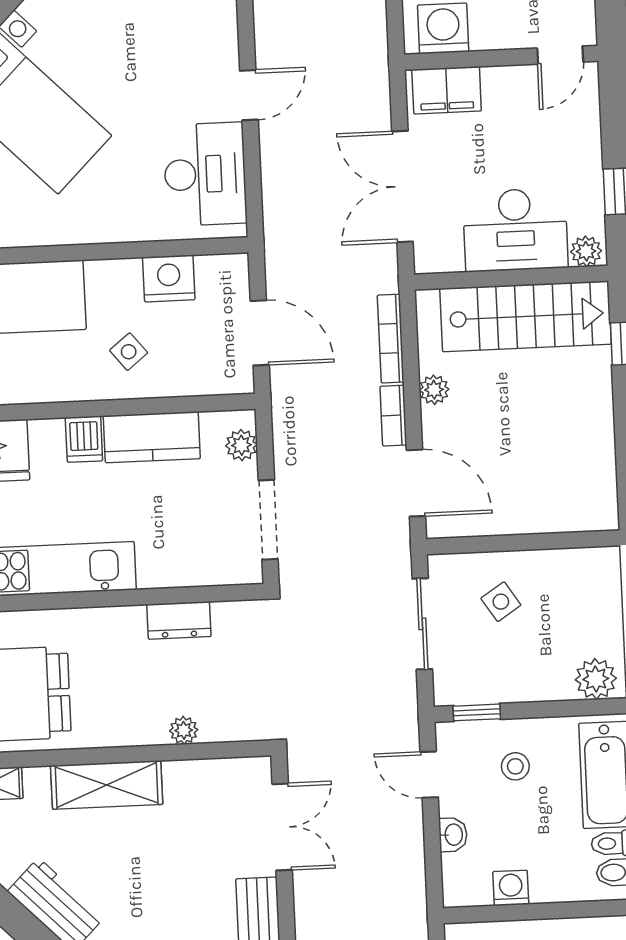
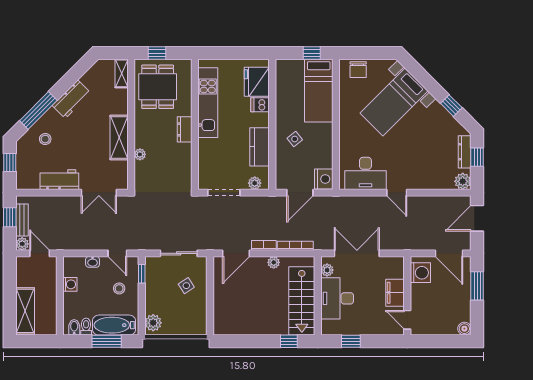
filing cabinet: (447, 90) -> (395, 293), moved
plant: (586, 251) -> (327, 270), moved
nightstand: (169, 278) -> (324, 179), moved
dishwasher: (84, 439) -> (260, 105), moved
dresser: (179, 620) -> (185, 129), moved
door: (429, 775) -> (117, 253), swing flipped
shelving: (107, 785) -> (119, 138), moved

